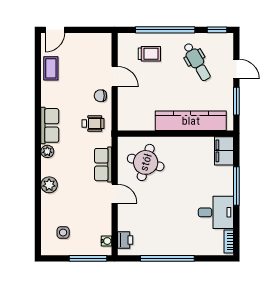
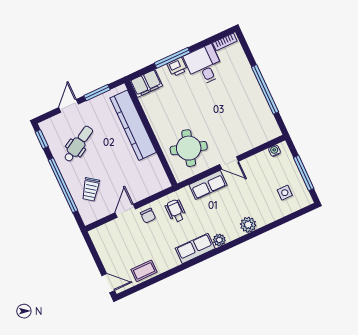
trolley: (149, 54) -> (91, 189), turned -144
door: (115, 194) -> (229, 163), swing flipped
printer: (125, 240) -> (177, 67), moved, turned 180
window: (88, 258) -> (304, 173), moved

